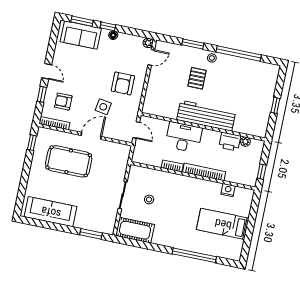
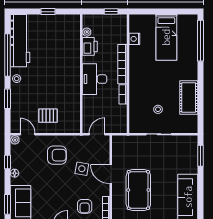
window: (108, 26) -> (8, 162), moved
pallet: (197, 78) -> (48, 116), moved
workbench: (206, 116) -> (20, 41), moved, turned 180
desk: (184, 137) -> (95, 79), moved
cot: (135, 230) -> (189, 98), moved
window: (194, 255) -> (200, 41), moved

